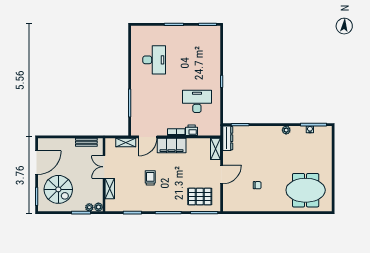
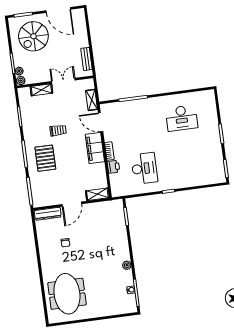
dresser: (228, 138) -> (48, 214), moved
door: (222, 174) -> (72, 204), hinge flipped
pallet: (200, 197) -> (45, 158), moved

